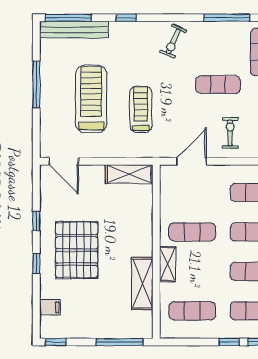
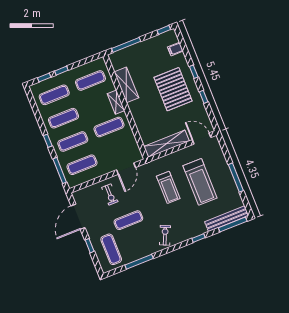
shelving: (129, 174) -> (166, 144), width x1.47

